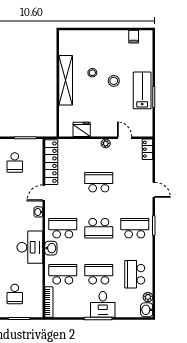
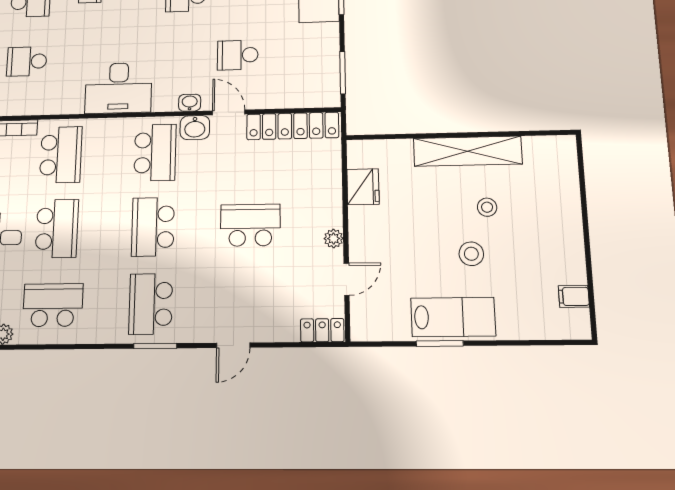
school desk: (15, 162) -> (238, 55), moved
school desk: (99, 182) -> (250, 225), turned -90
school desk: (135, 228) -> (151, 304), turned 180
washbasin: (51, 248) -> (195, 128), moved

